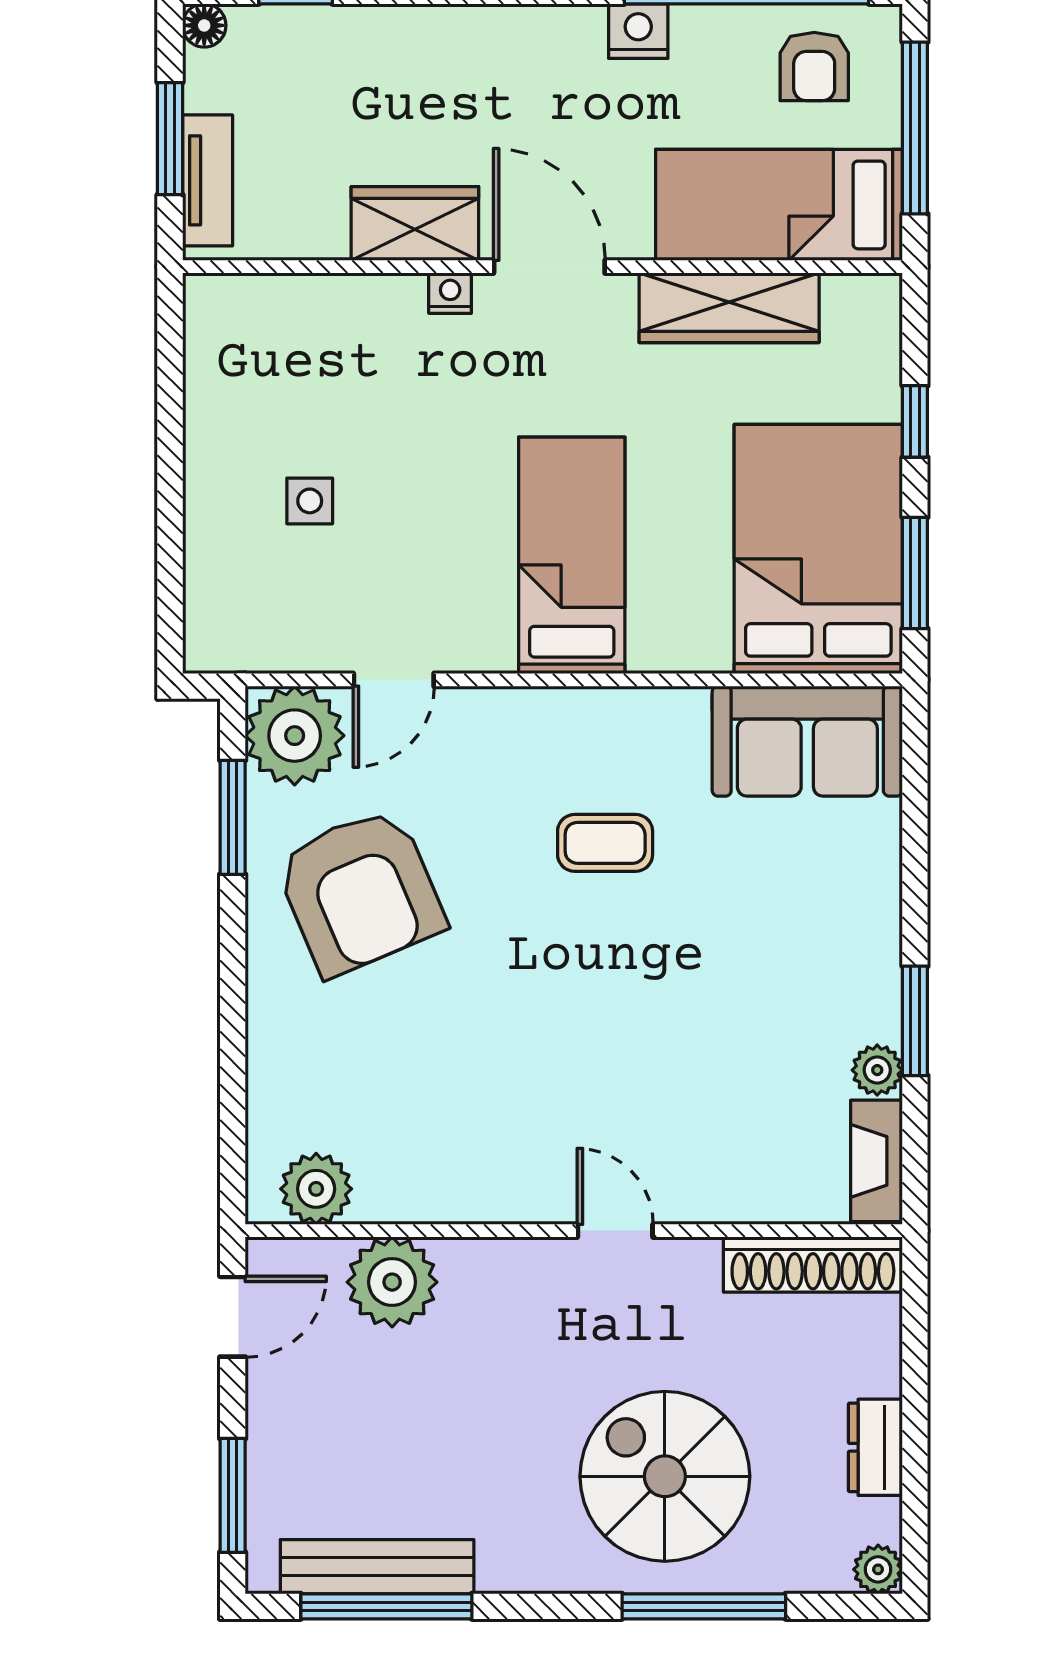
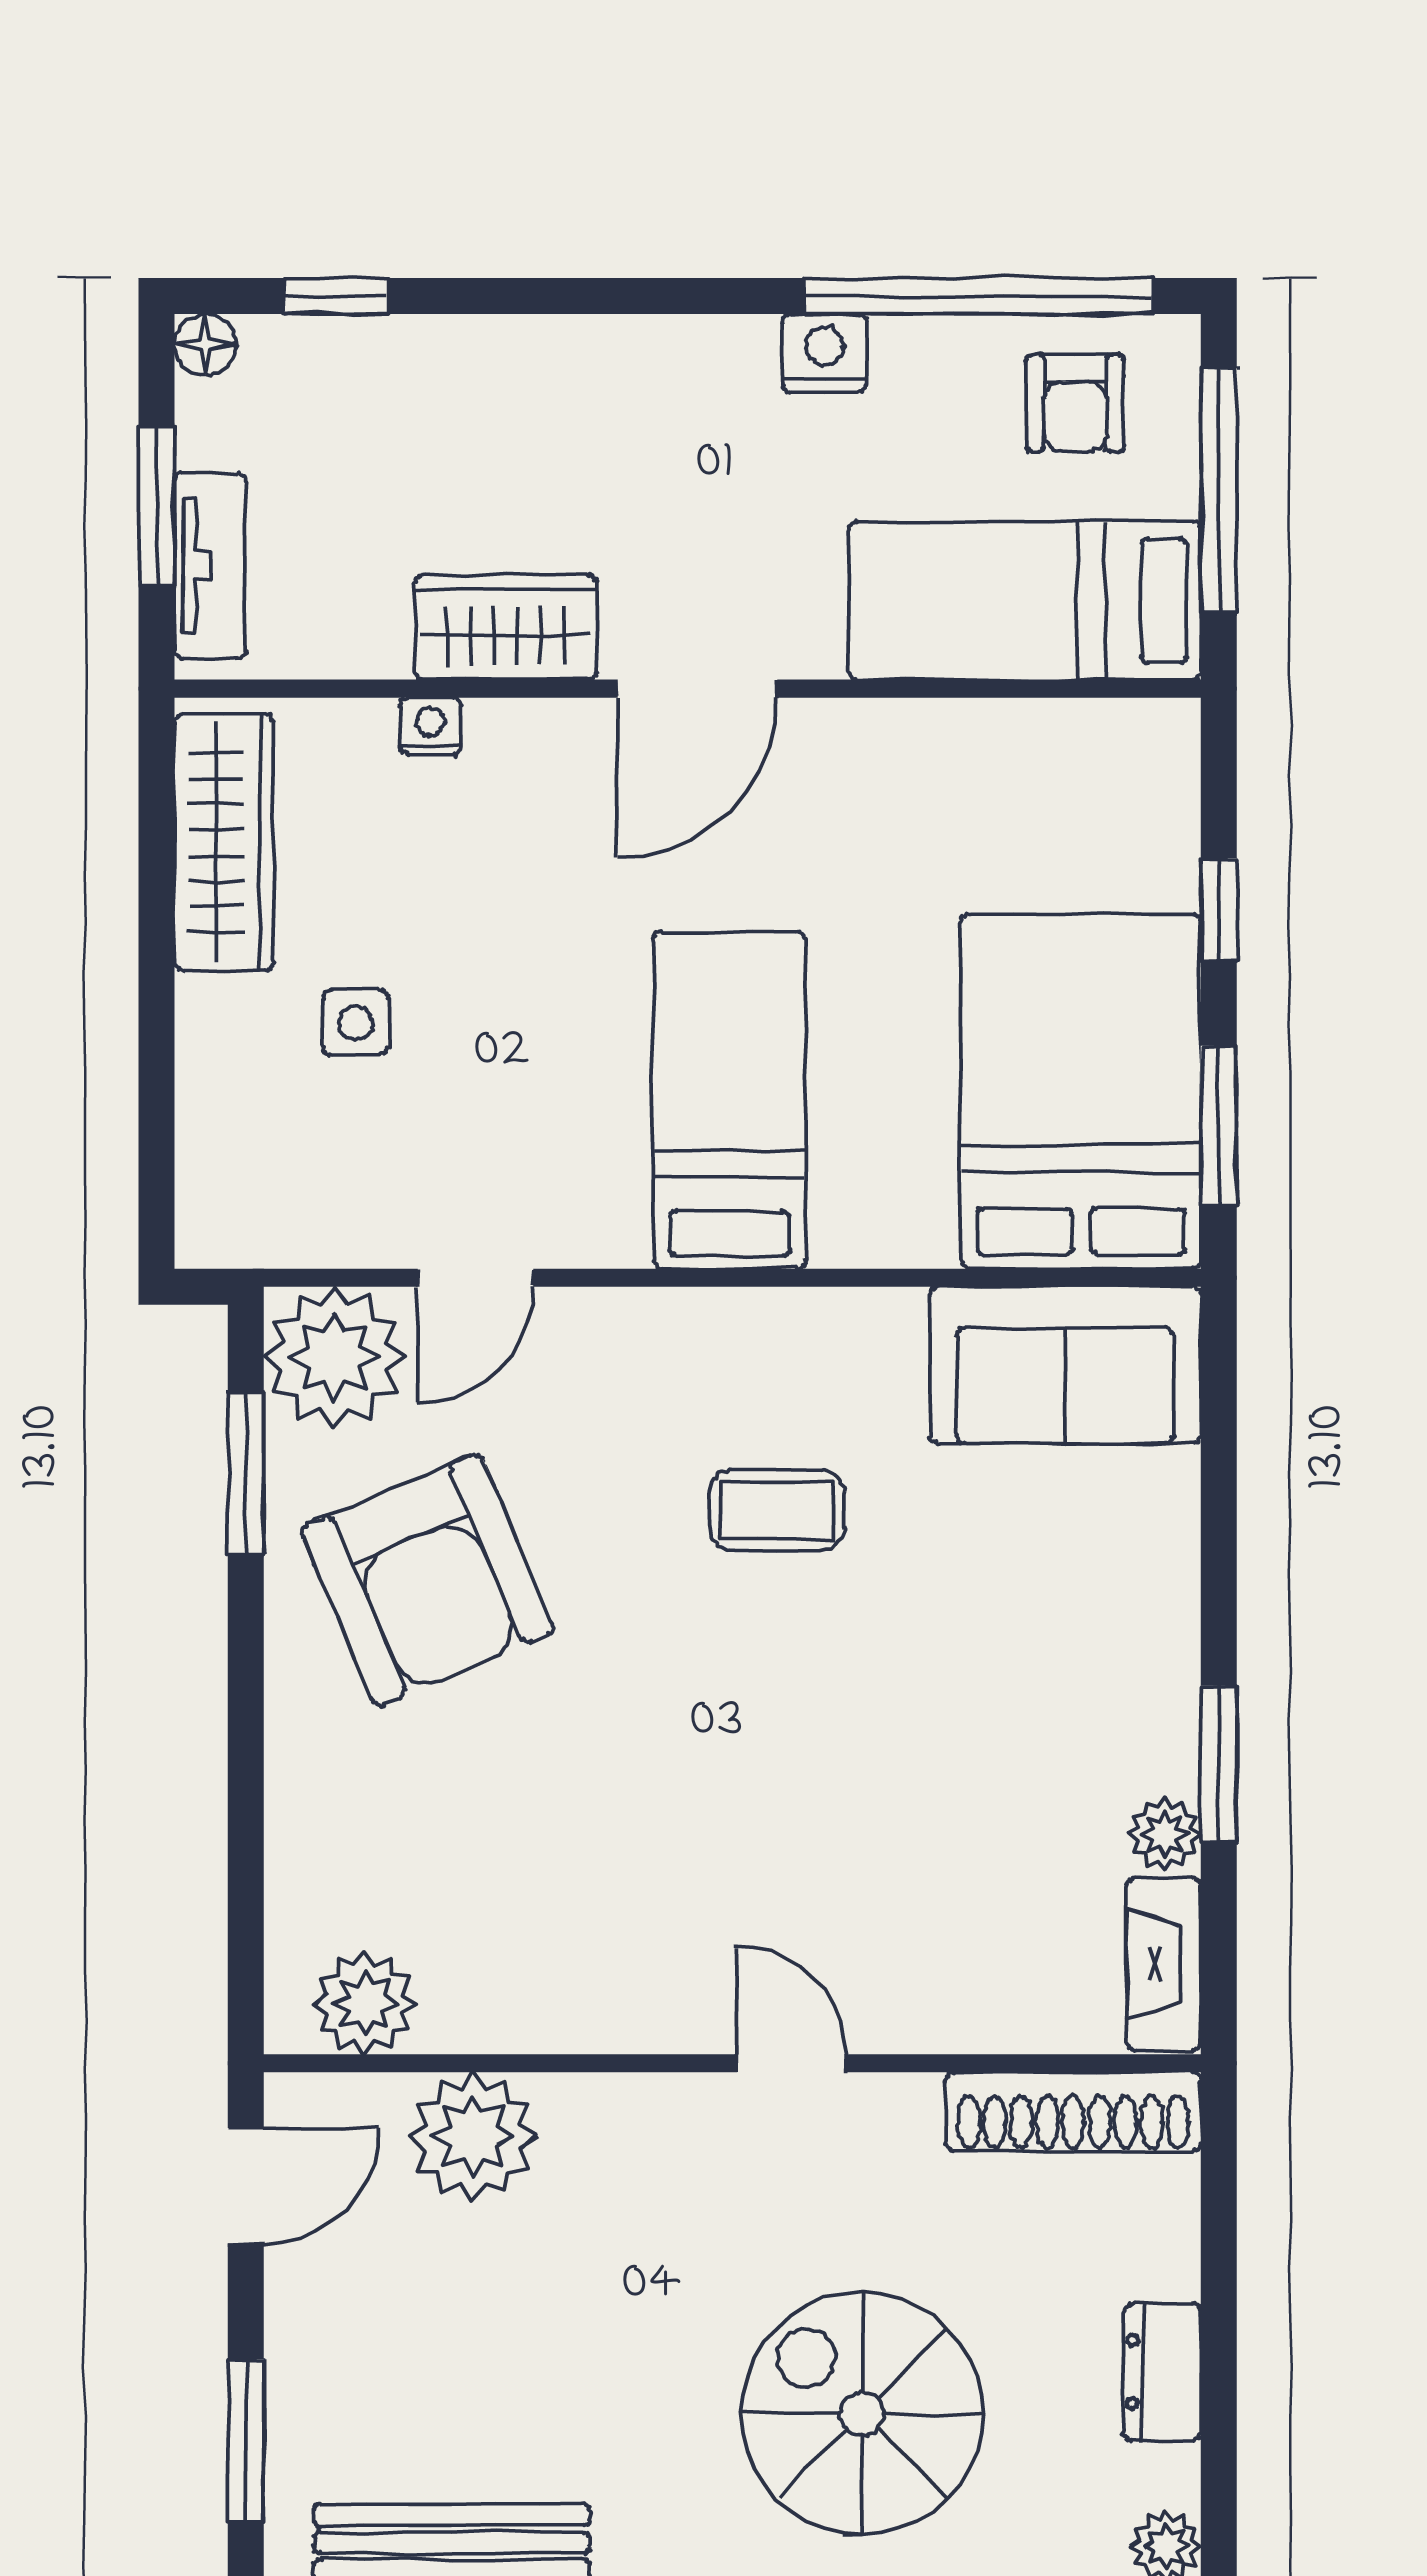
door: (549, 267) -> (697, 689), swing flipped
nightstand: (450, 293) -> (431, 726), moved
wardrobe: (729, 308) -> (224, 842), moved, turned -90

